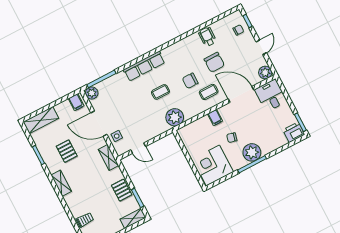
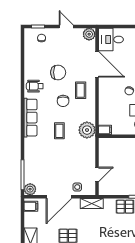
wheelchair: (207, 37) -> (35, 86), moved
row of seats: (144, 66) -> (30, 118), moved
door: (241, 94) -> (97, 64), swing flipped
filing cabinet: (215, 118) -> (105, 130), moved

